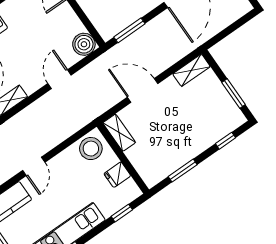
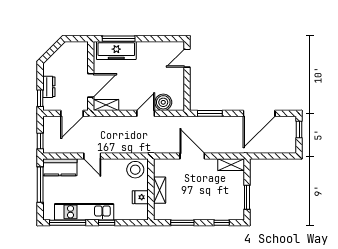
boiler: (84, 44) -> (163, 102), moved
shelving: (119, 133) -> (160, 190), moved
door: (34, 166) -> (92, 156), hinge flipped
window: (122, 213) -> (107, 223), moved

